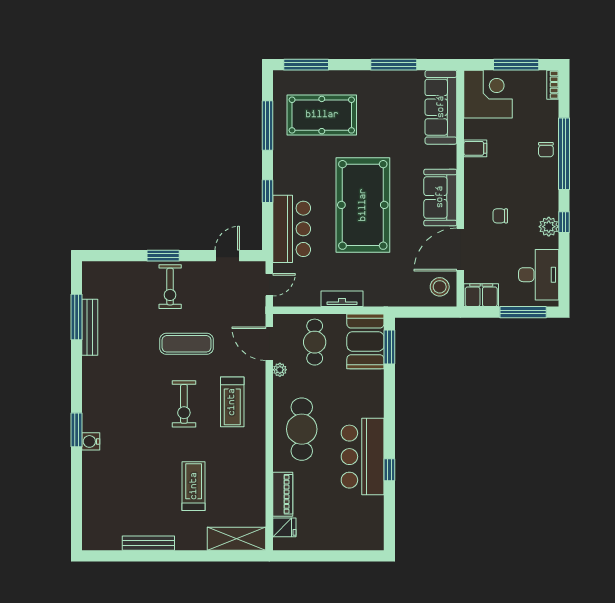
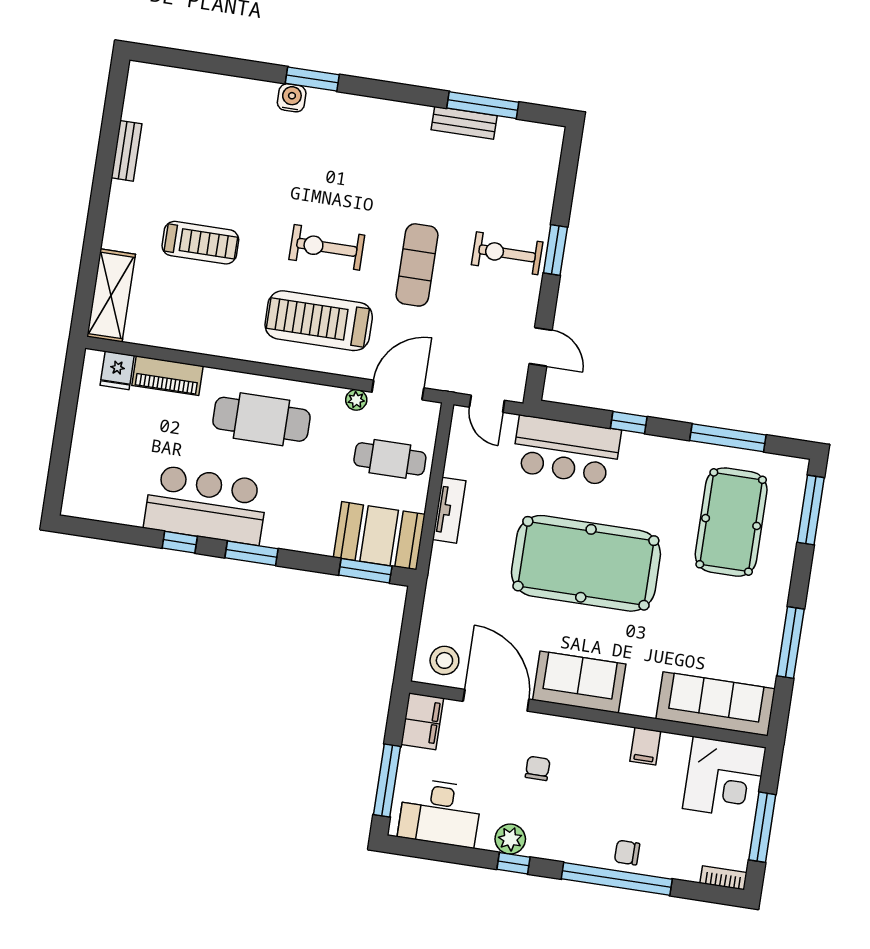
bench: (90, 327) -> (464, 123), width x0.73
treadmill: (232, 402) -> (319, 321), width x1.37, depth x1.38
window: (389, 422) -> (252, 553), added
bench: (148, 543) -> (126, 151), width x0.73

